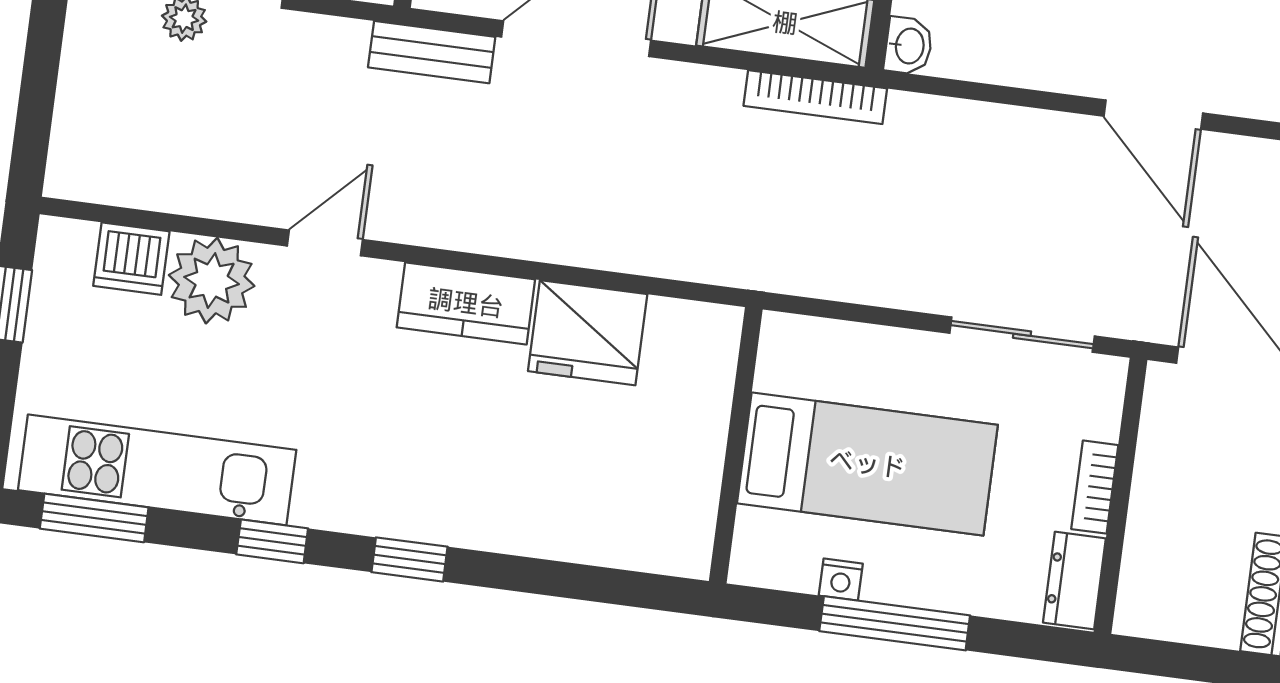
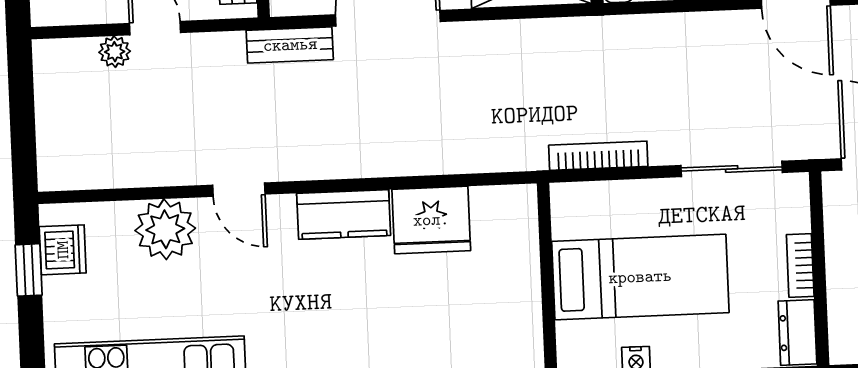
bookcase: (815, 97) -> (598, 156), moved, turned 180
door: (325, 243) -> (239, 190), swing flipped
dishwasher: (131, 259) -> (63, 250), moved, turned -90

